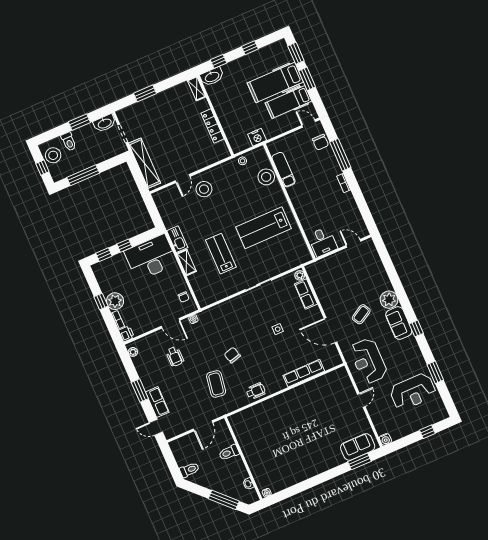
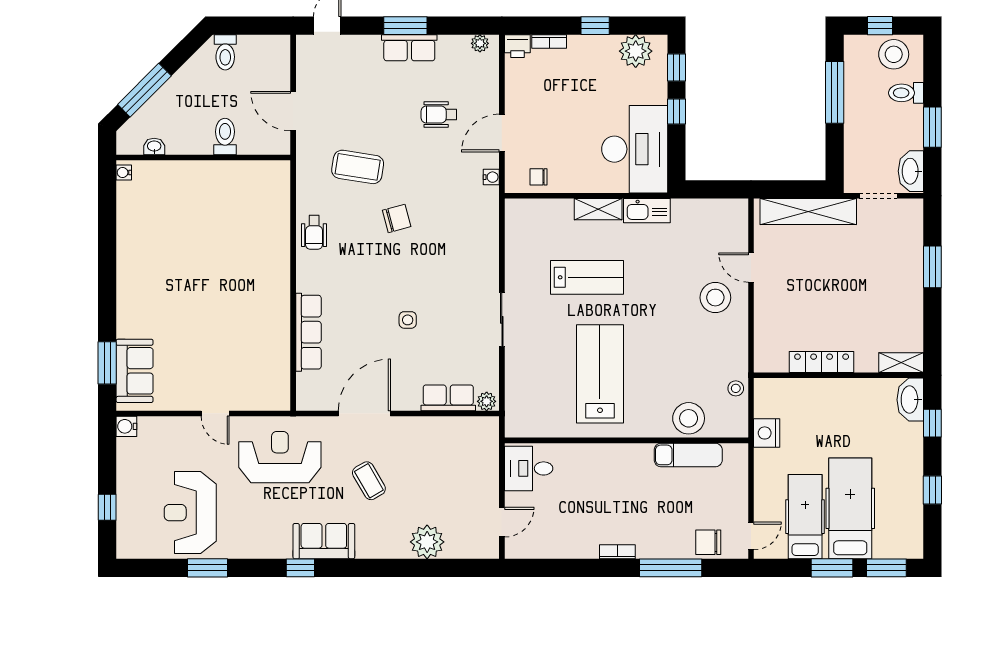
plant: (389, 300) -> (427, 542), moved
plant: (115, 301) -> (636, 51), moved
row of seats: (157, 402) -> (409, 48), moved

